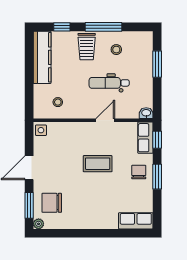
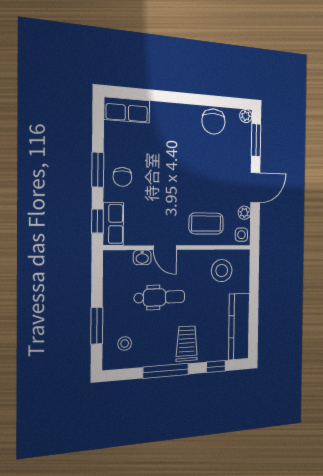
stool: (116, 50) -> (125, 344), moved
stool: (58, 102) -> (222, 271), width x1.89, depth x1.89
washbasin: (146, 113) -> (142, 257), moved
door: (105, 120) -> (165, 248), hinge flipped
plant: (39, 148) -> (244, 213), added
coffee table: (98, 164) -> (206, 224), moved
chair: (52, 203) -> (213, 122), moved, turned 90

